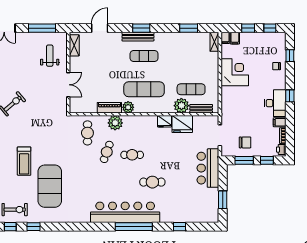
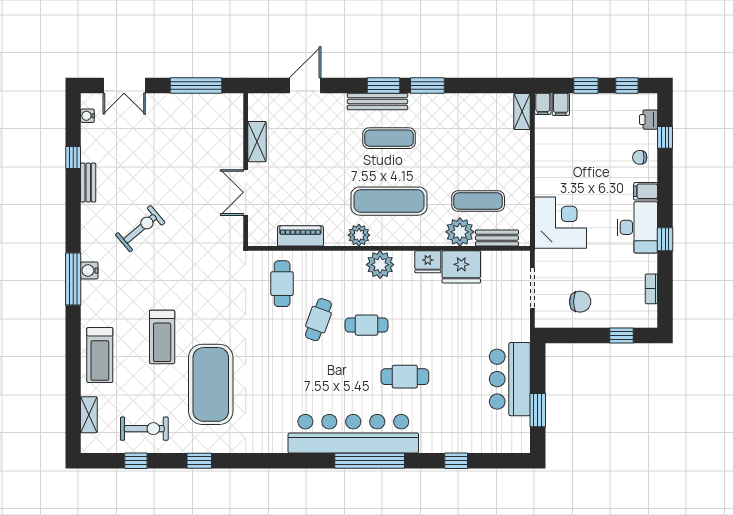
window: (189, 28) -> (427, 85), moved
shelving: (74, 45) -> (257, 142), moved
weight bench: (50, 56) -> (211, 137), removed
corner desk: (235, 72) -> (560, 223), moved
double door: (68, 85) -> (246, 192), swing flipped
window: (290, 96) -> (665, 239), moved
piano: (109, 108) -> (300, 236), moved
filing cabinet: (280, 122) -> (646, 191), moved
plant: (115, 123) -> (380, 265), moved
printer: (281, 150) -> (649, 120), moved
window: (244, 160) -> (578, 335), removed
bar counter: (208, 168) -> (510, 379), moved
window: (33, 227) -> (199, 461), moved

